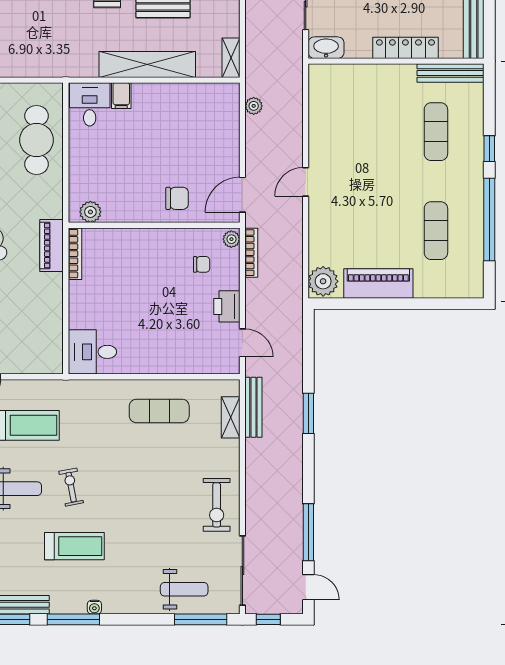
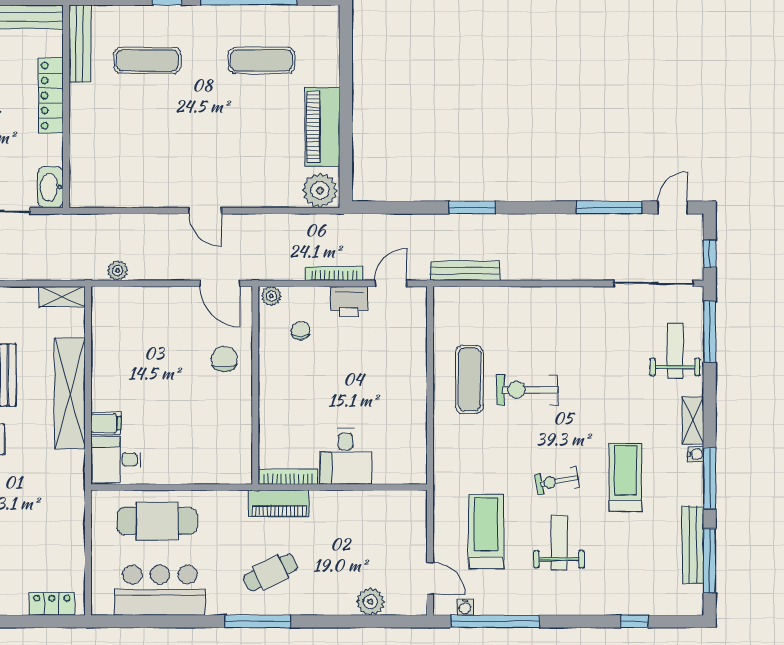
plant: (90, 212) -> (240, 459), removed
bookcase: (251, 253) -> (334, 273), moved
desk: (92, 352) -> (346, 457), moved
shelving: (231, 417) -> (693, 420), moved, turned 90
exercise bike: (217, 505) -> (527, 390), moved, turned 180

